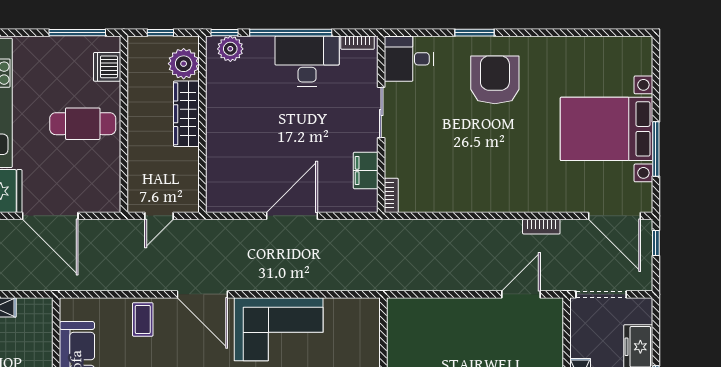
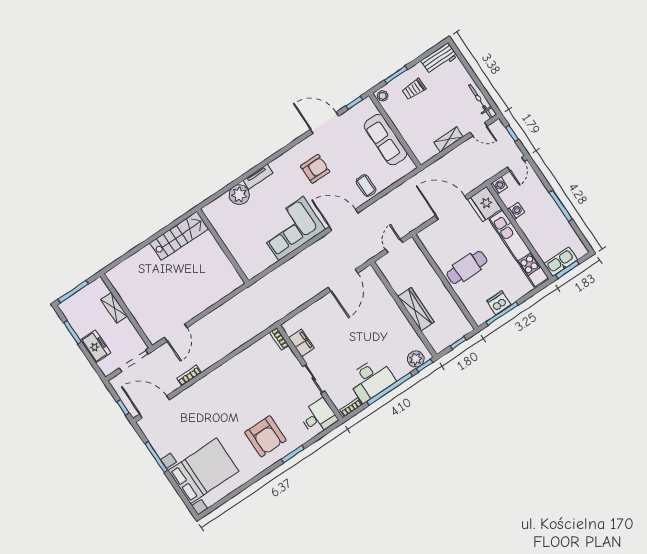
plant: (184, 64) -> (435, 335), removed
dishwasher: (107, 67) -> (499, 303), moved, turned -90
bed with nightstands: (607, 129) -> (203, 471), moved
door: (292, 216) -> (343, 280), moved

